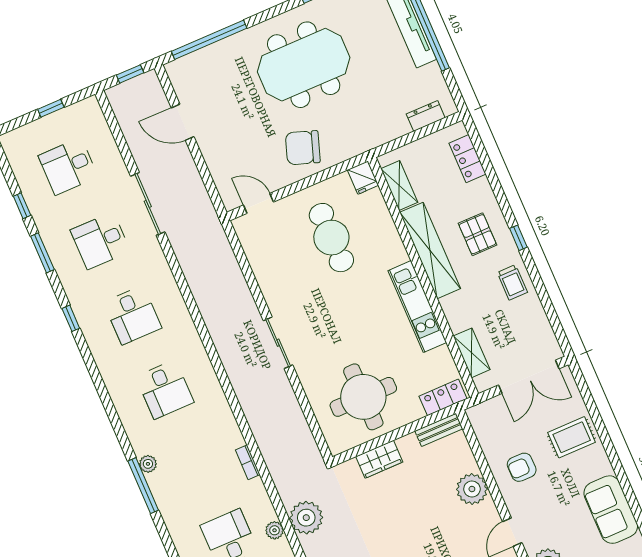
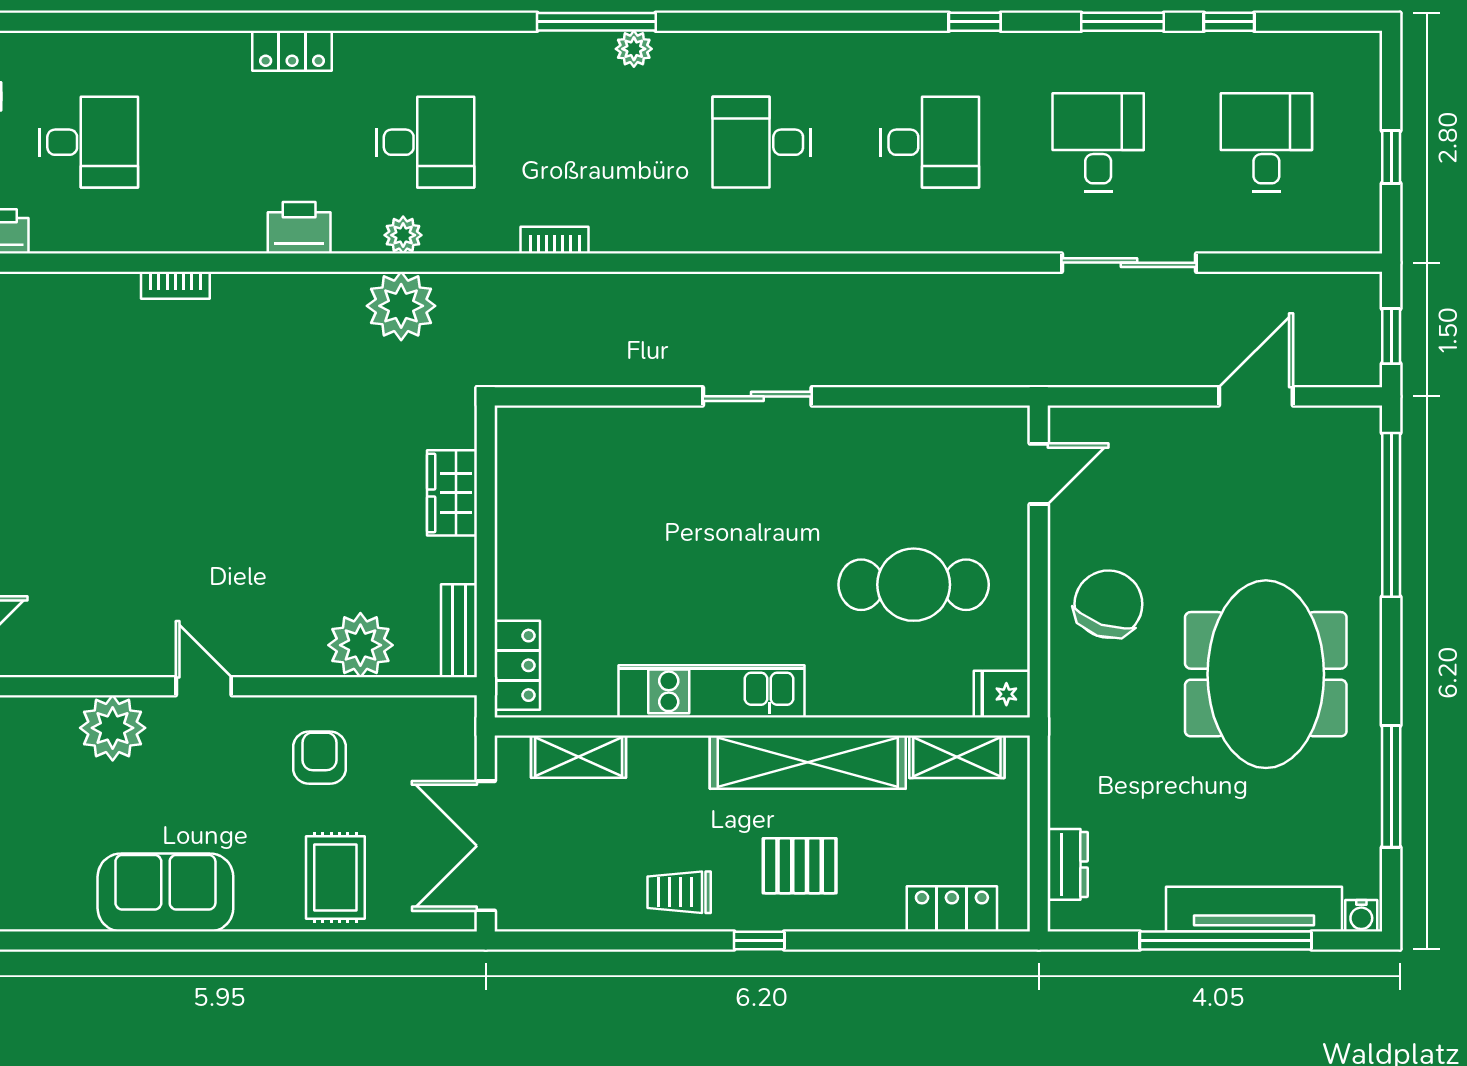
desk: (133, 315) -> (930, 142), turned 180
round table: (363, 397) -> (584, 514), removed
plant: (472, 489) -> (360, 645), moved

